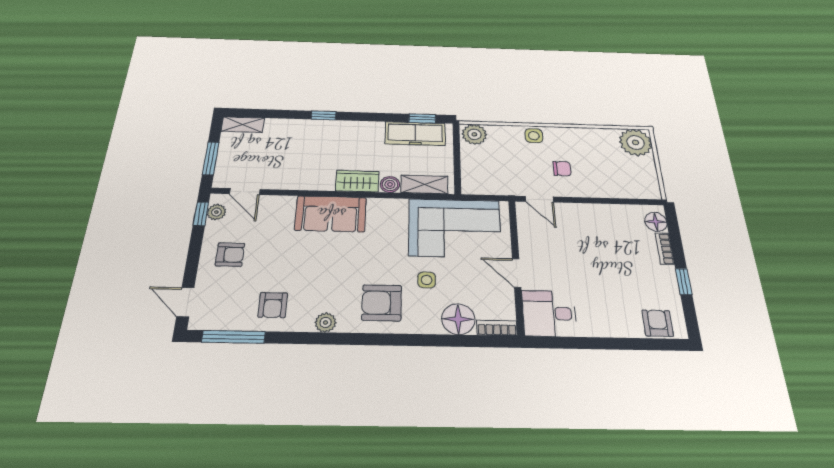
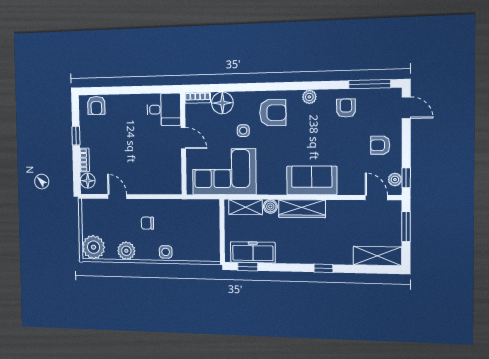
shelving: (243, 125) -> (377, 256), width x1.50, depth x1.33
plant: (474, 134) -> (126, 251), moved
wardrobe: (357, 181) -> (302, 209), width x1.50
door: (539, 199) -> (117, 196), moved

